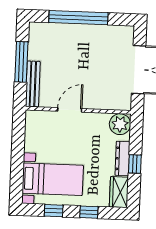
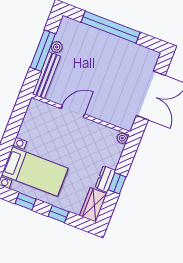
plant: (34, 54) -> (57, 47), added
plant: (120, 124) -> (122, 138), width x0.53, depth x0.53
dresser: (122, 158) -> (105, 179), width x0.70

